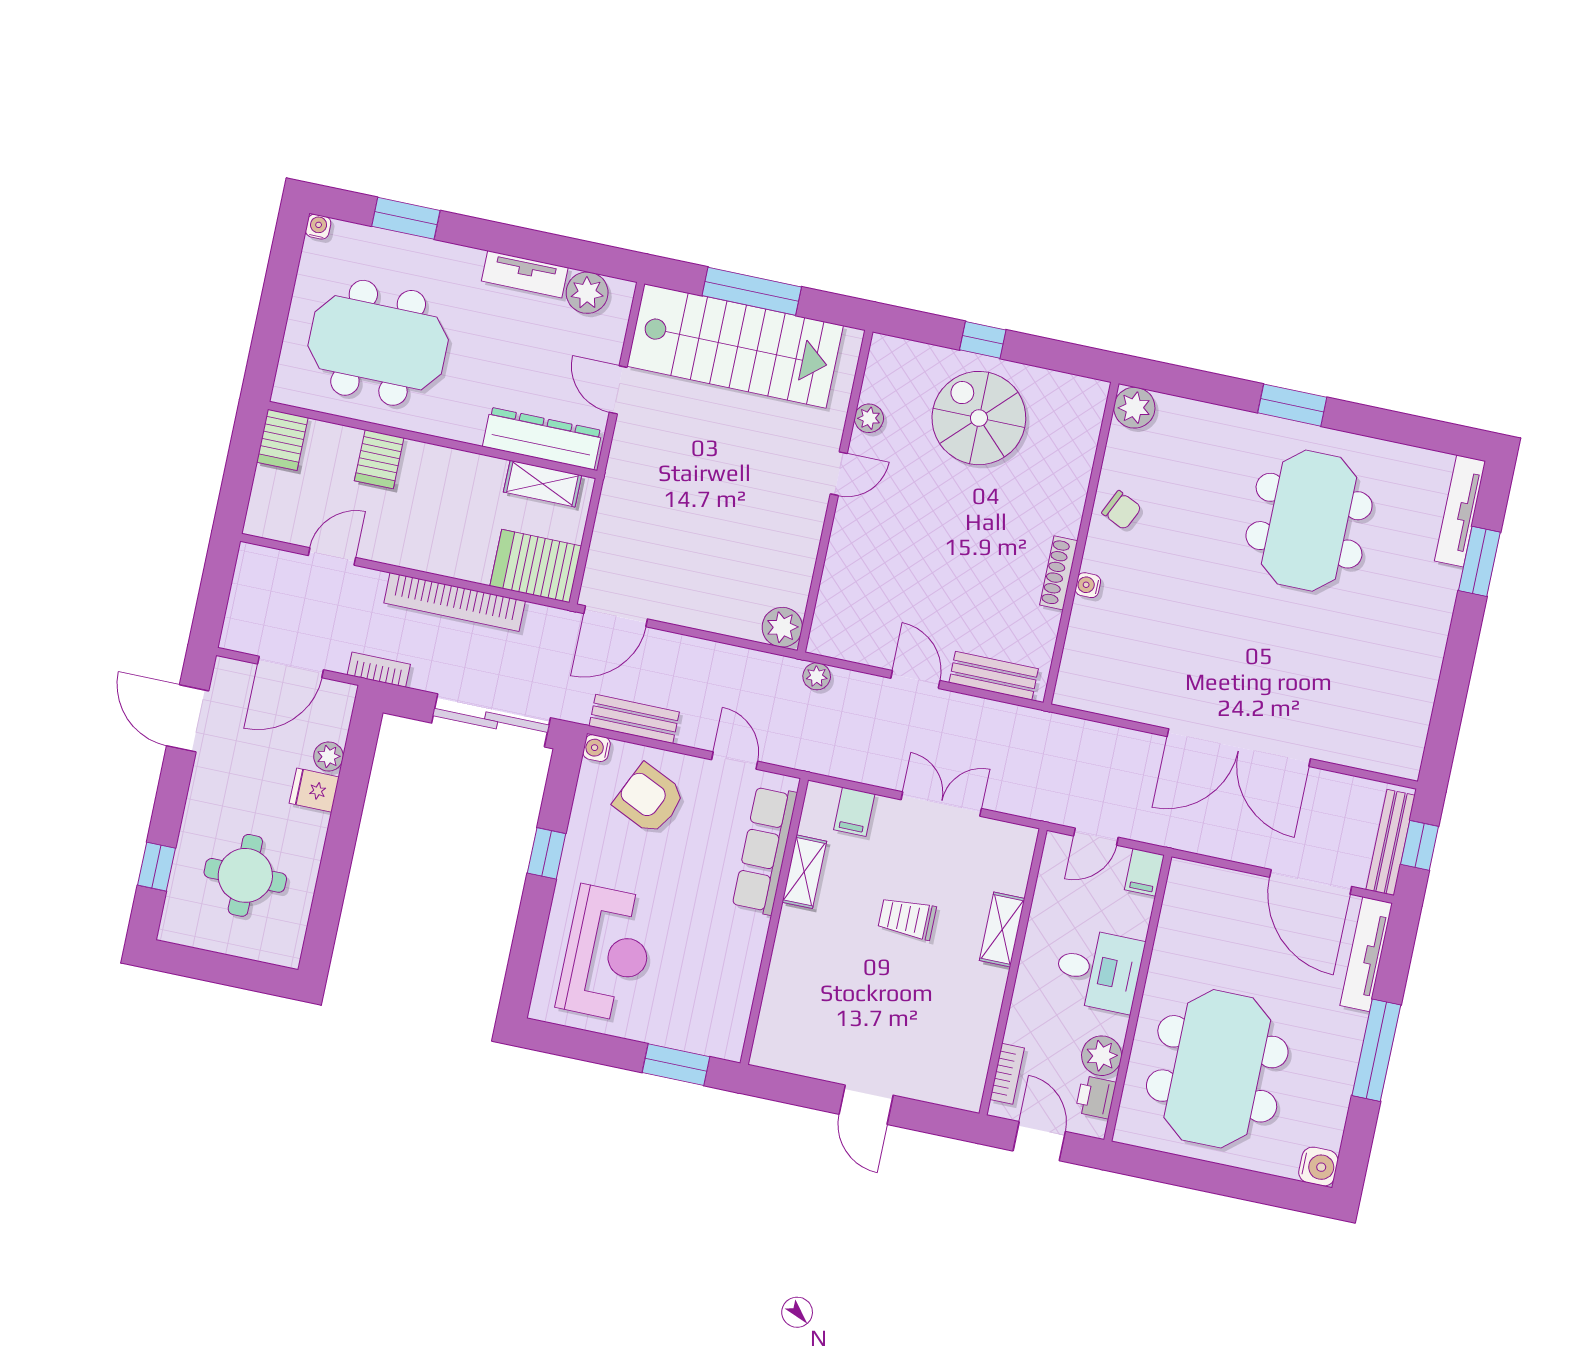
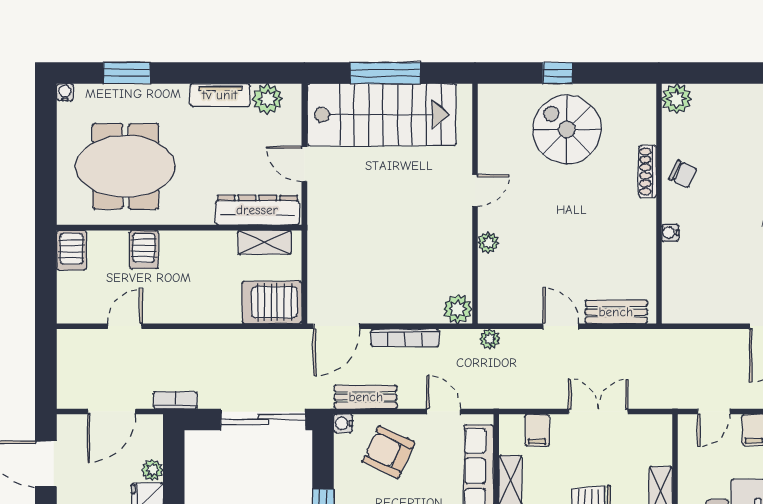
plant: (869, 418) -> (488, 243), moved
shoe rack: (1059, 573) -> (647, 171), moved
bookcase: (455, 602) -> (405, 338), moved, width x0.68, depth x0.76

